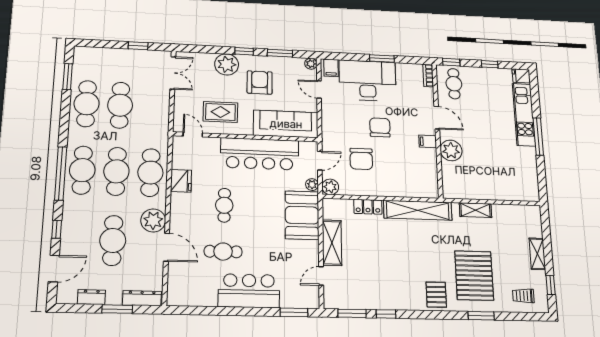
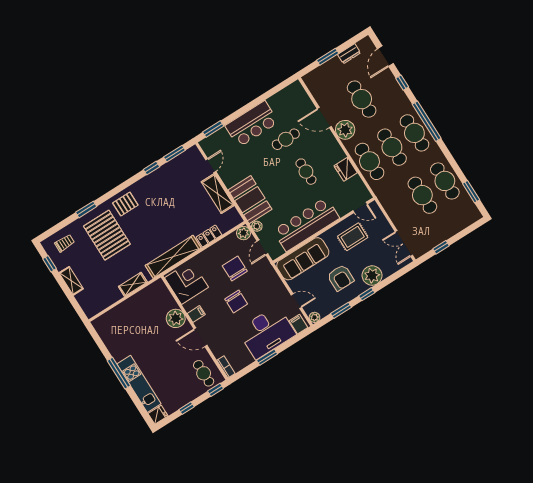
corner desk: (419, 177) -> (187, 283), added
pallet: (436, 295) -> (125, 204), turned 90
dresser: (142, 298) -> (317, 74), removed

